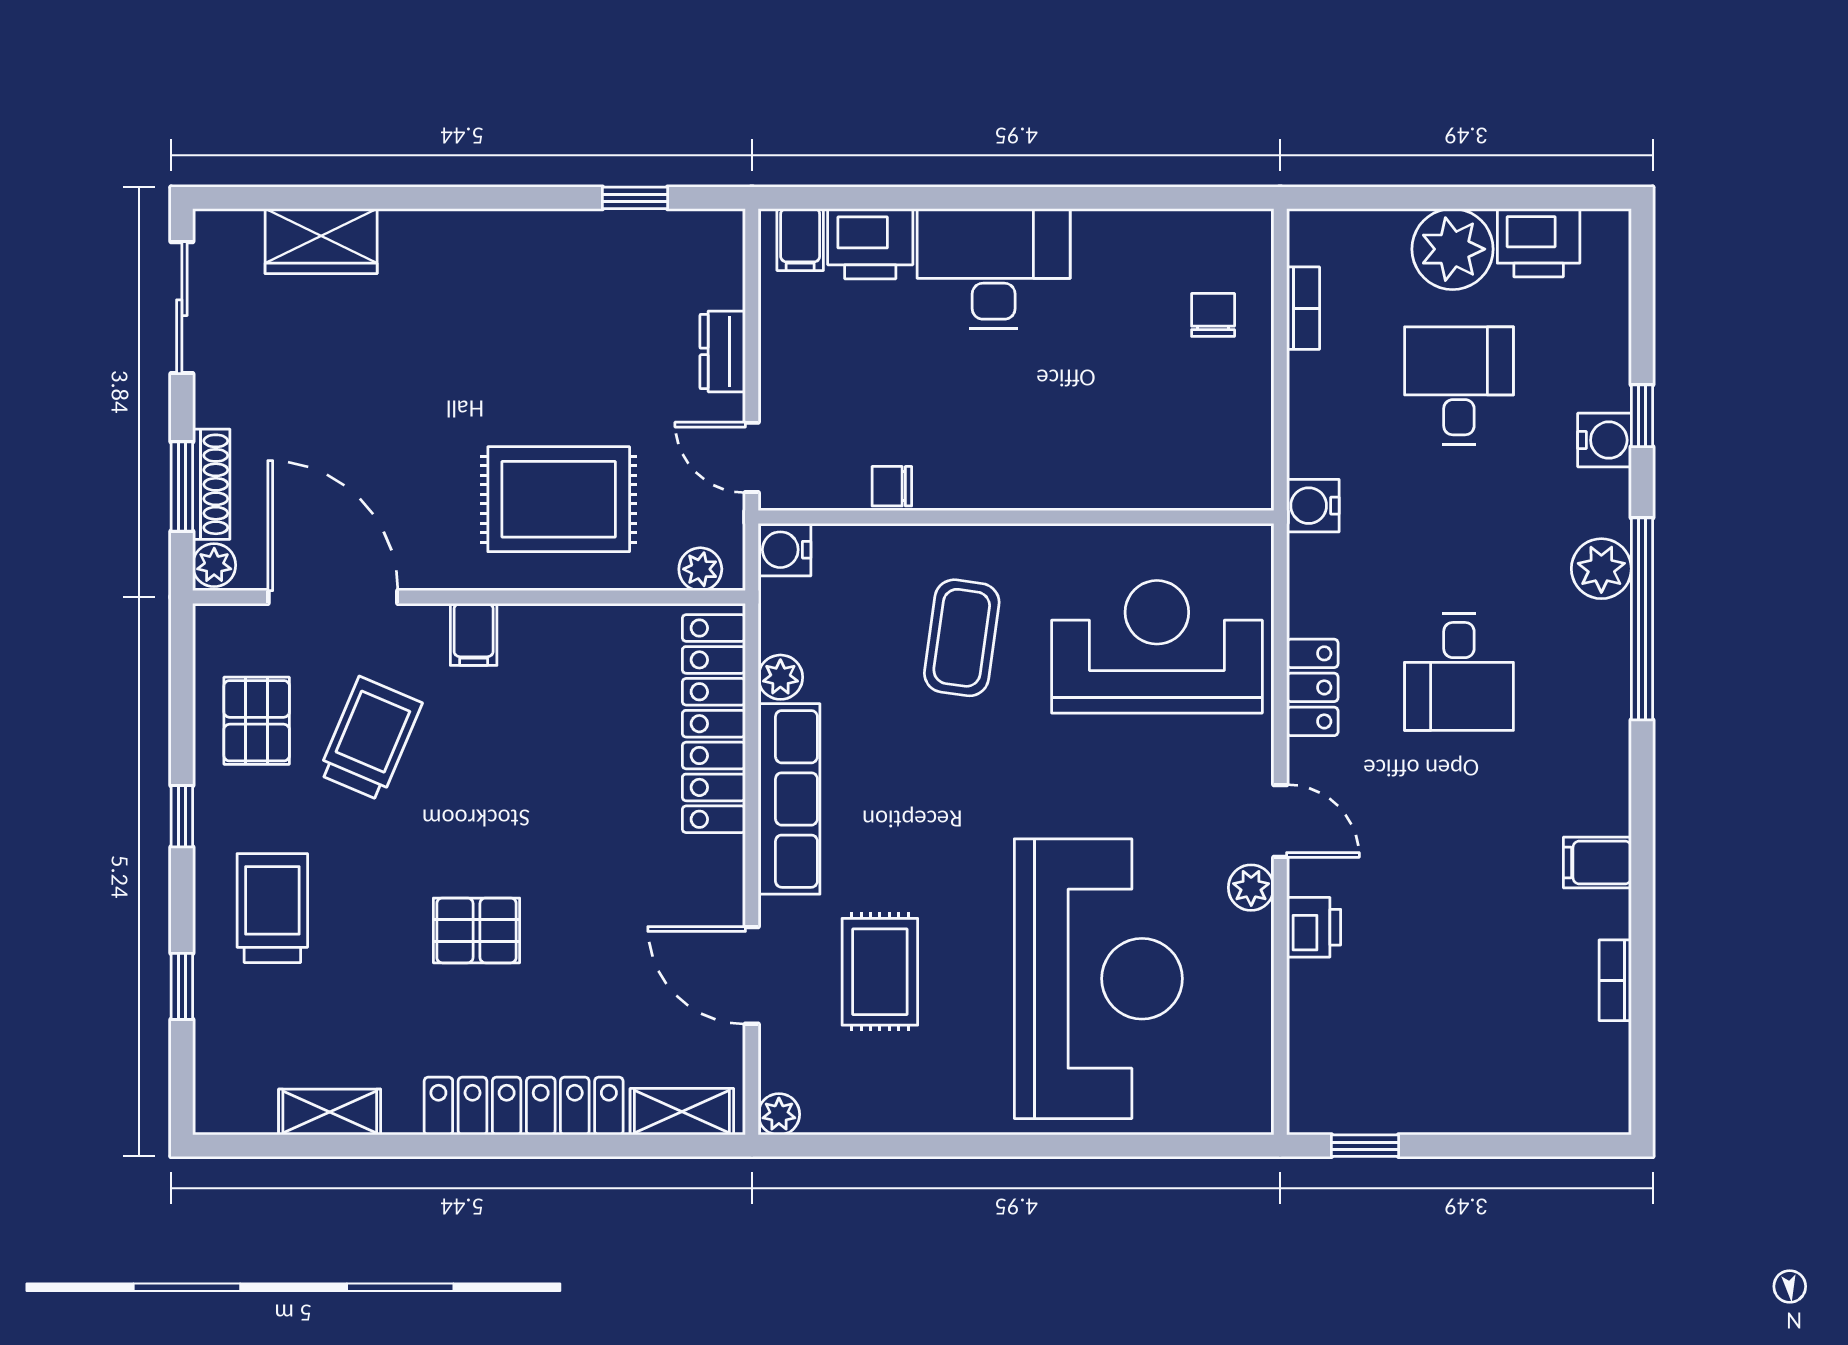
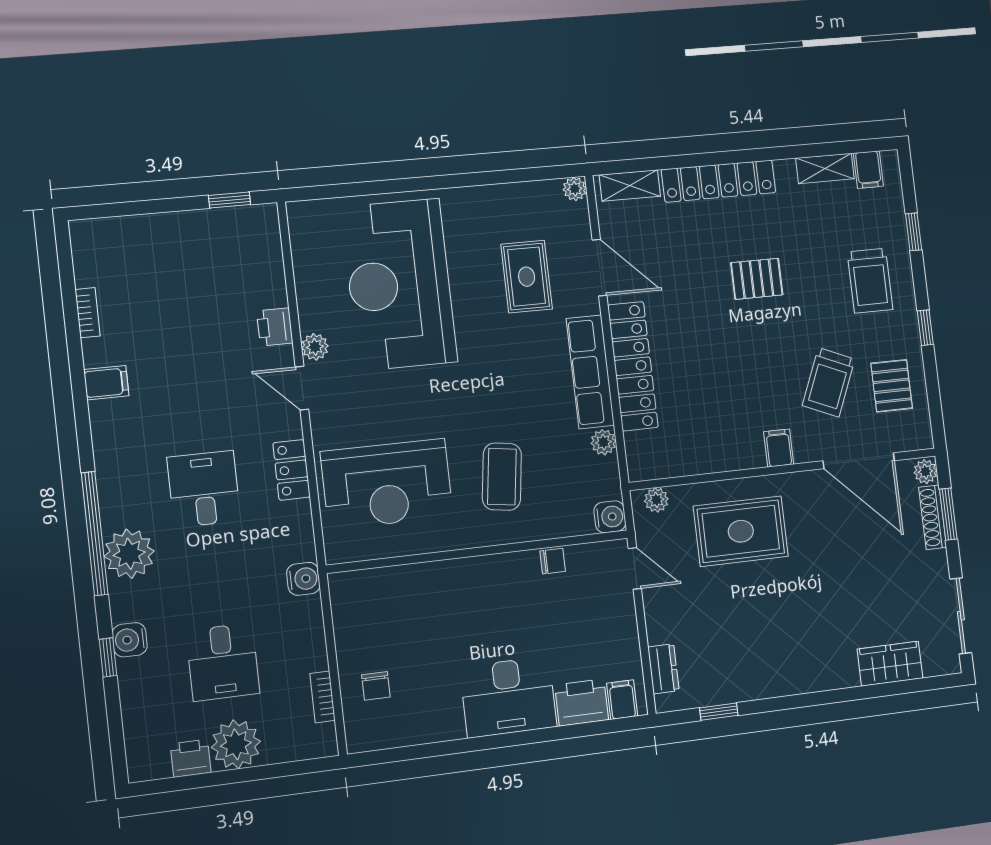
printer: (1539, 243) -> (191, 758), width x0.73, depth x0.81
dresser: (723, 351) -> (663, 669), moved
plant: (1601, 569) -> (129, 554), width x1.36, depth x1.36
locker: (714, 724) -> (633, 366), moved
filing cabinet: (251, 1103) -> (868, 170), added

